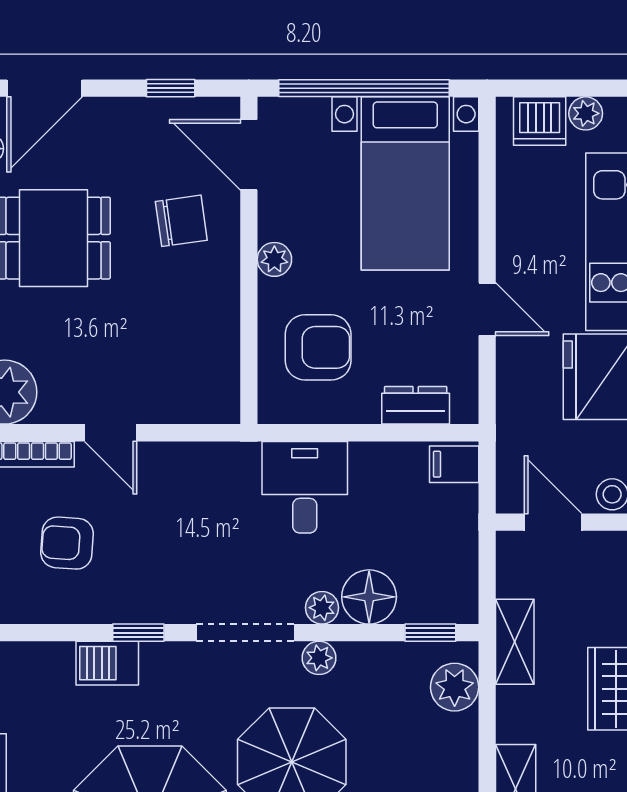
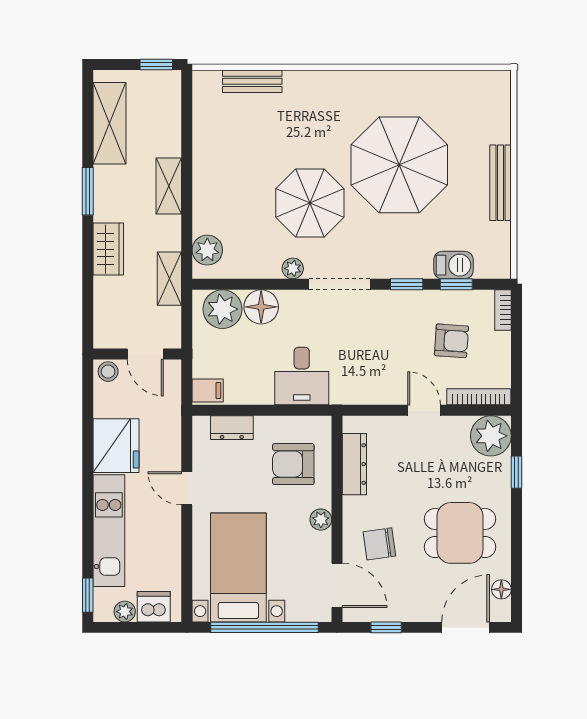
dresser: (221, 347) -> (354, 464), added
plant: (322, 608) -> (222, 309), moved, width x1.87, depth x1.87
window: (430, 633) -> (456, 284), moved
barbecue: (107, 663) -> (453, 265), moved

